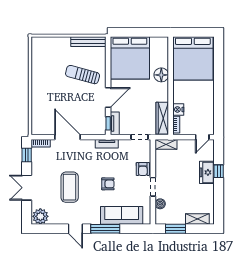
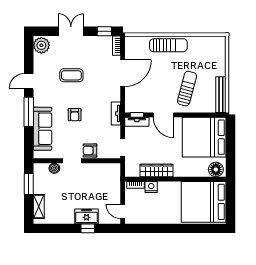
floor lamp: (161, 75) -> (216, 169), moved
sun lounger: (40, 93) -> (168, 45), added
wardrobe: (162, 118) -> (157, 170), moved
shelving: (166, 144) -> (115, 174), removed
coffee table: (70, 187) -> (71, 75), width x0.73, depth x0.76

